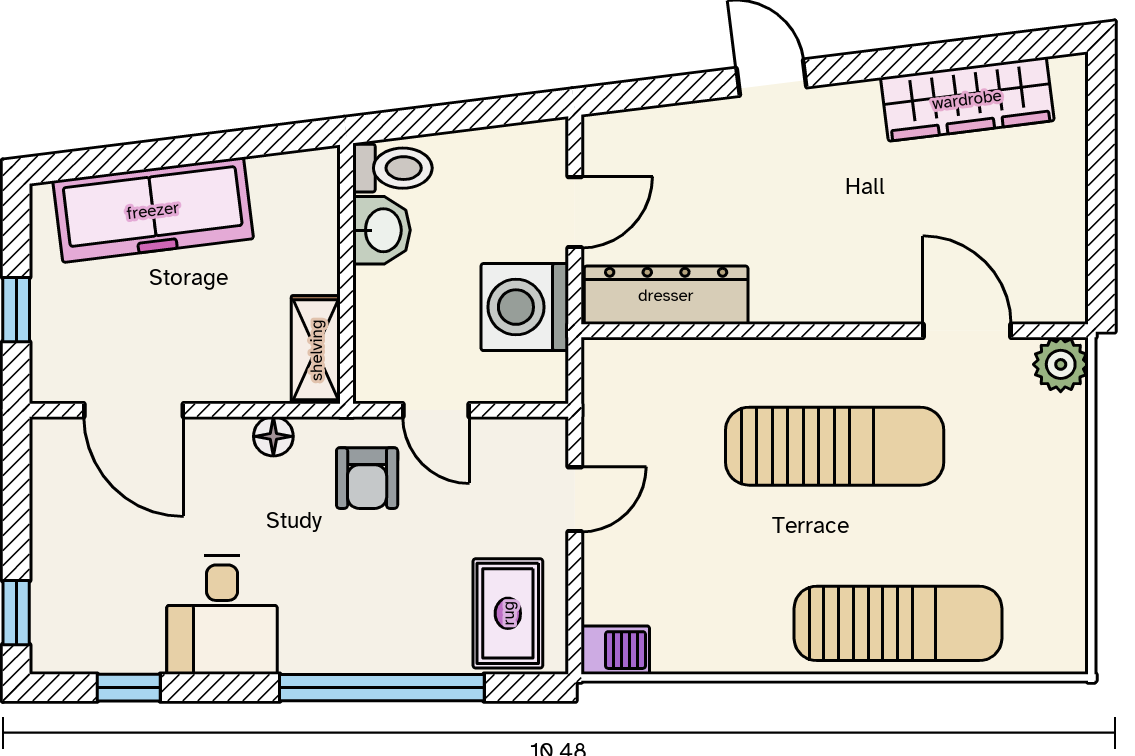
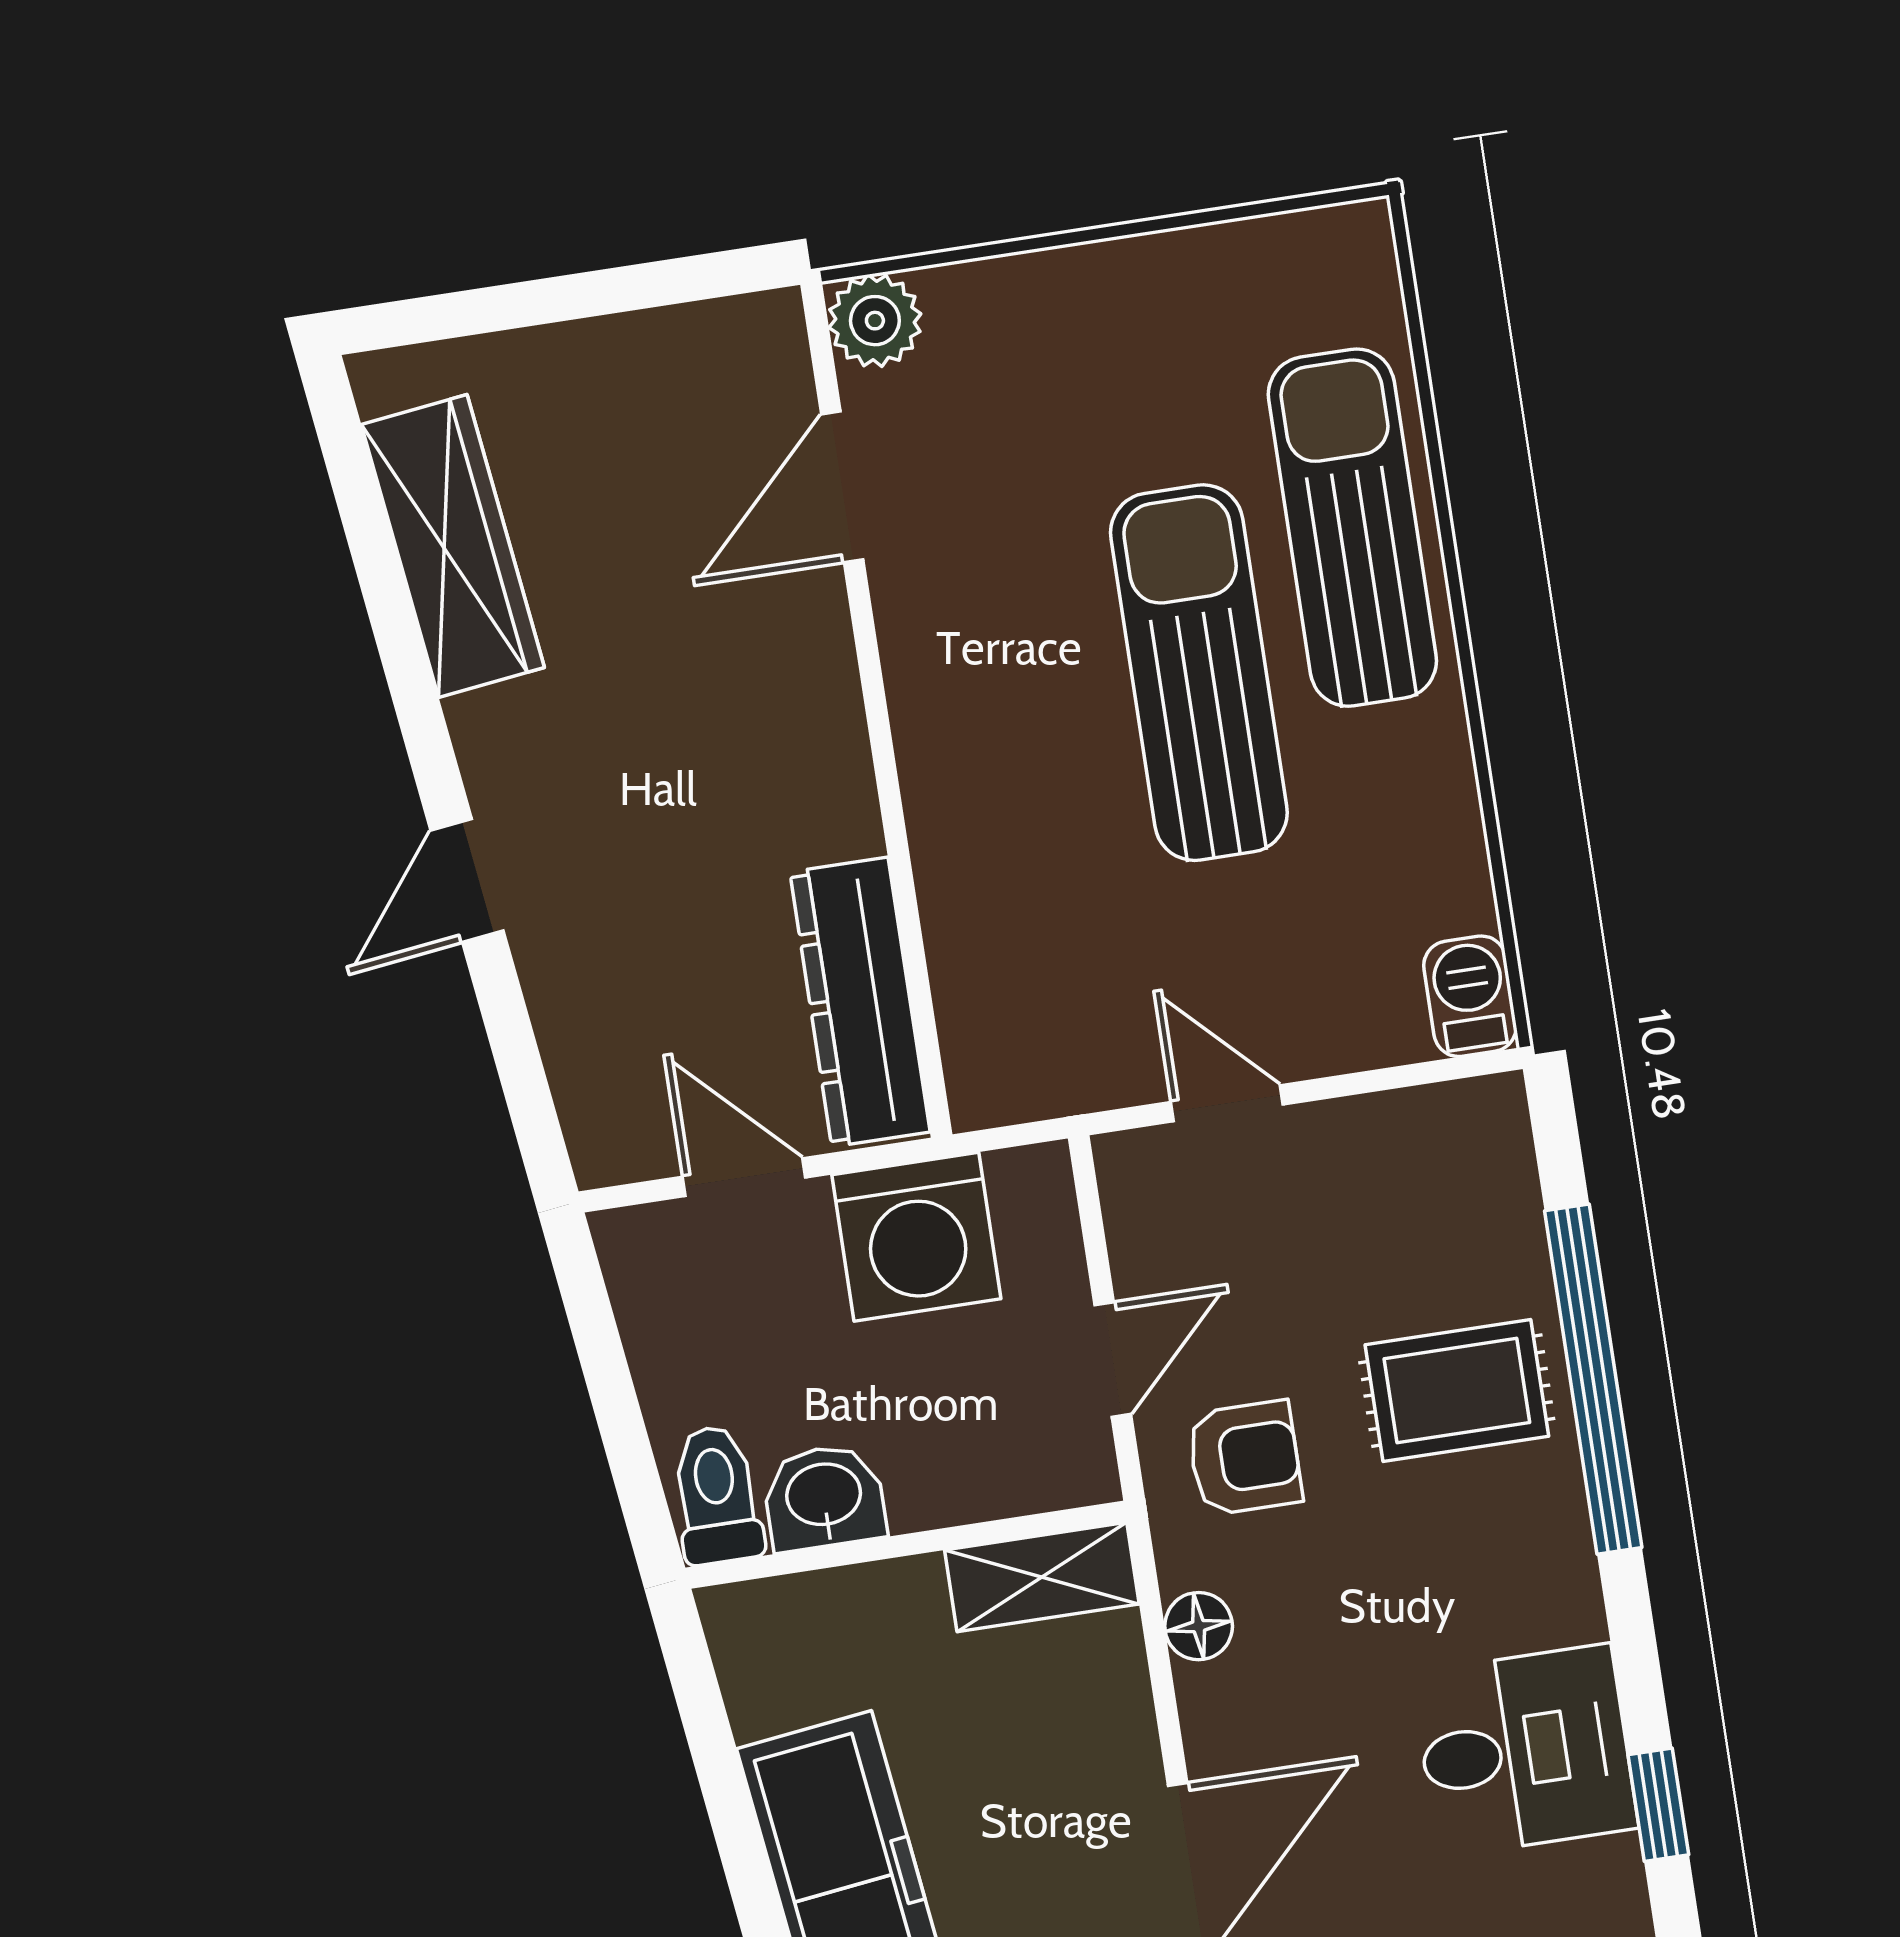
sun lounger: (835, 446) -> (1199, 673), moved
rug: (508, 613) -> (1457, 1391), moved
desk: (222, 615) -> (1525, 1751), moved

